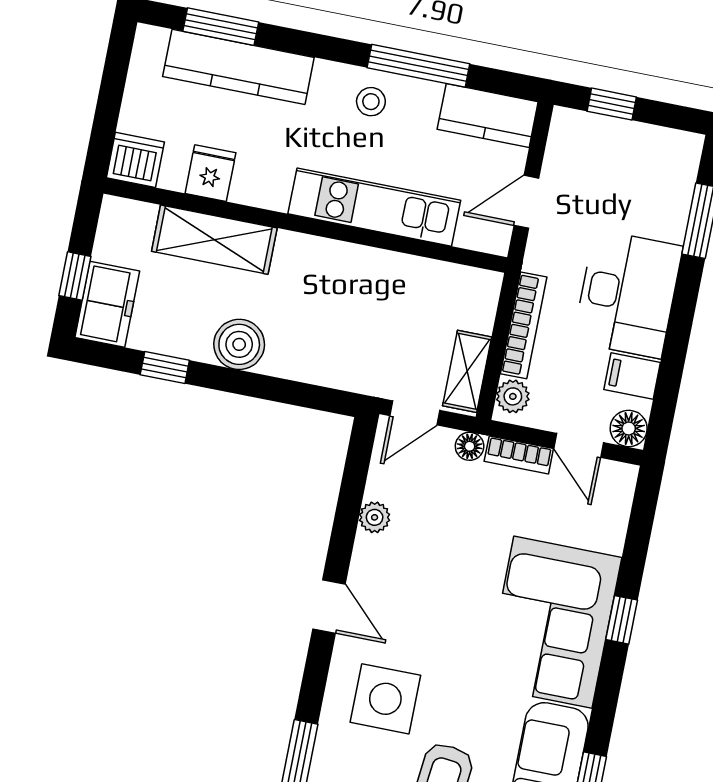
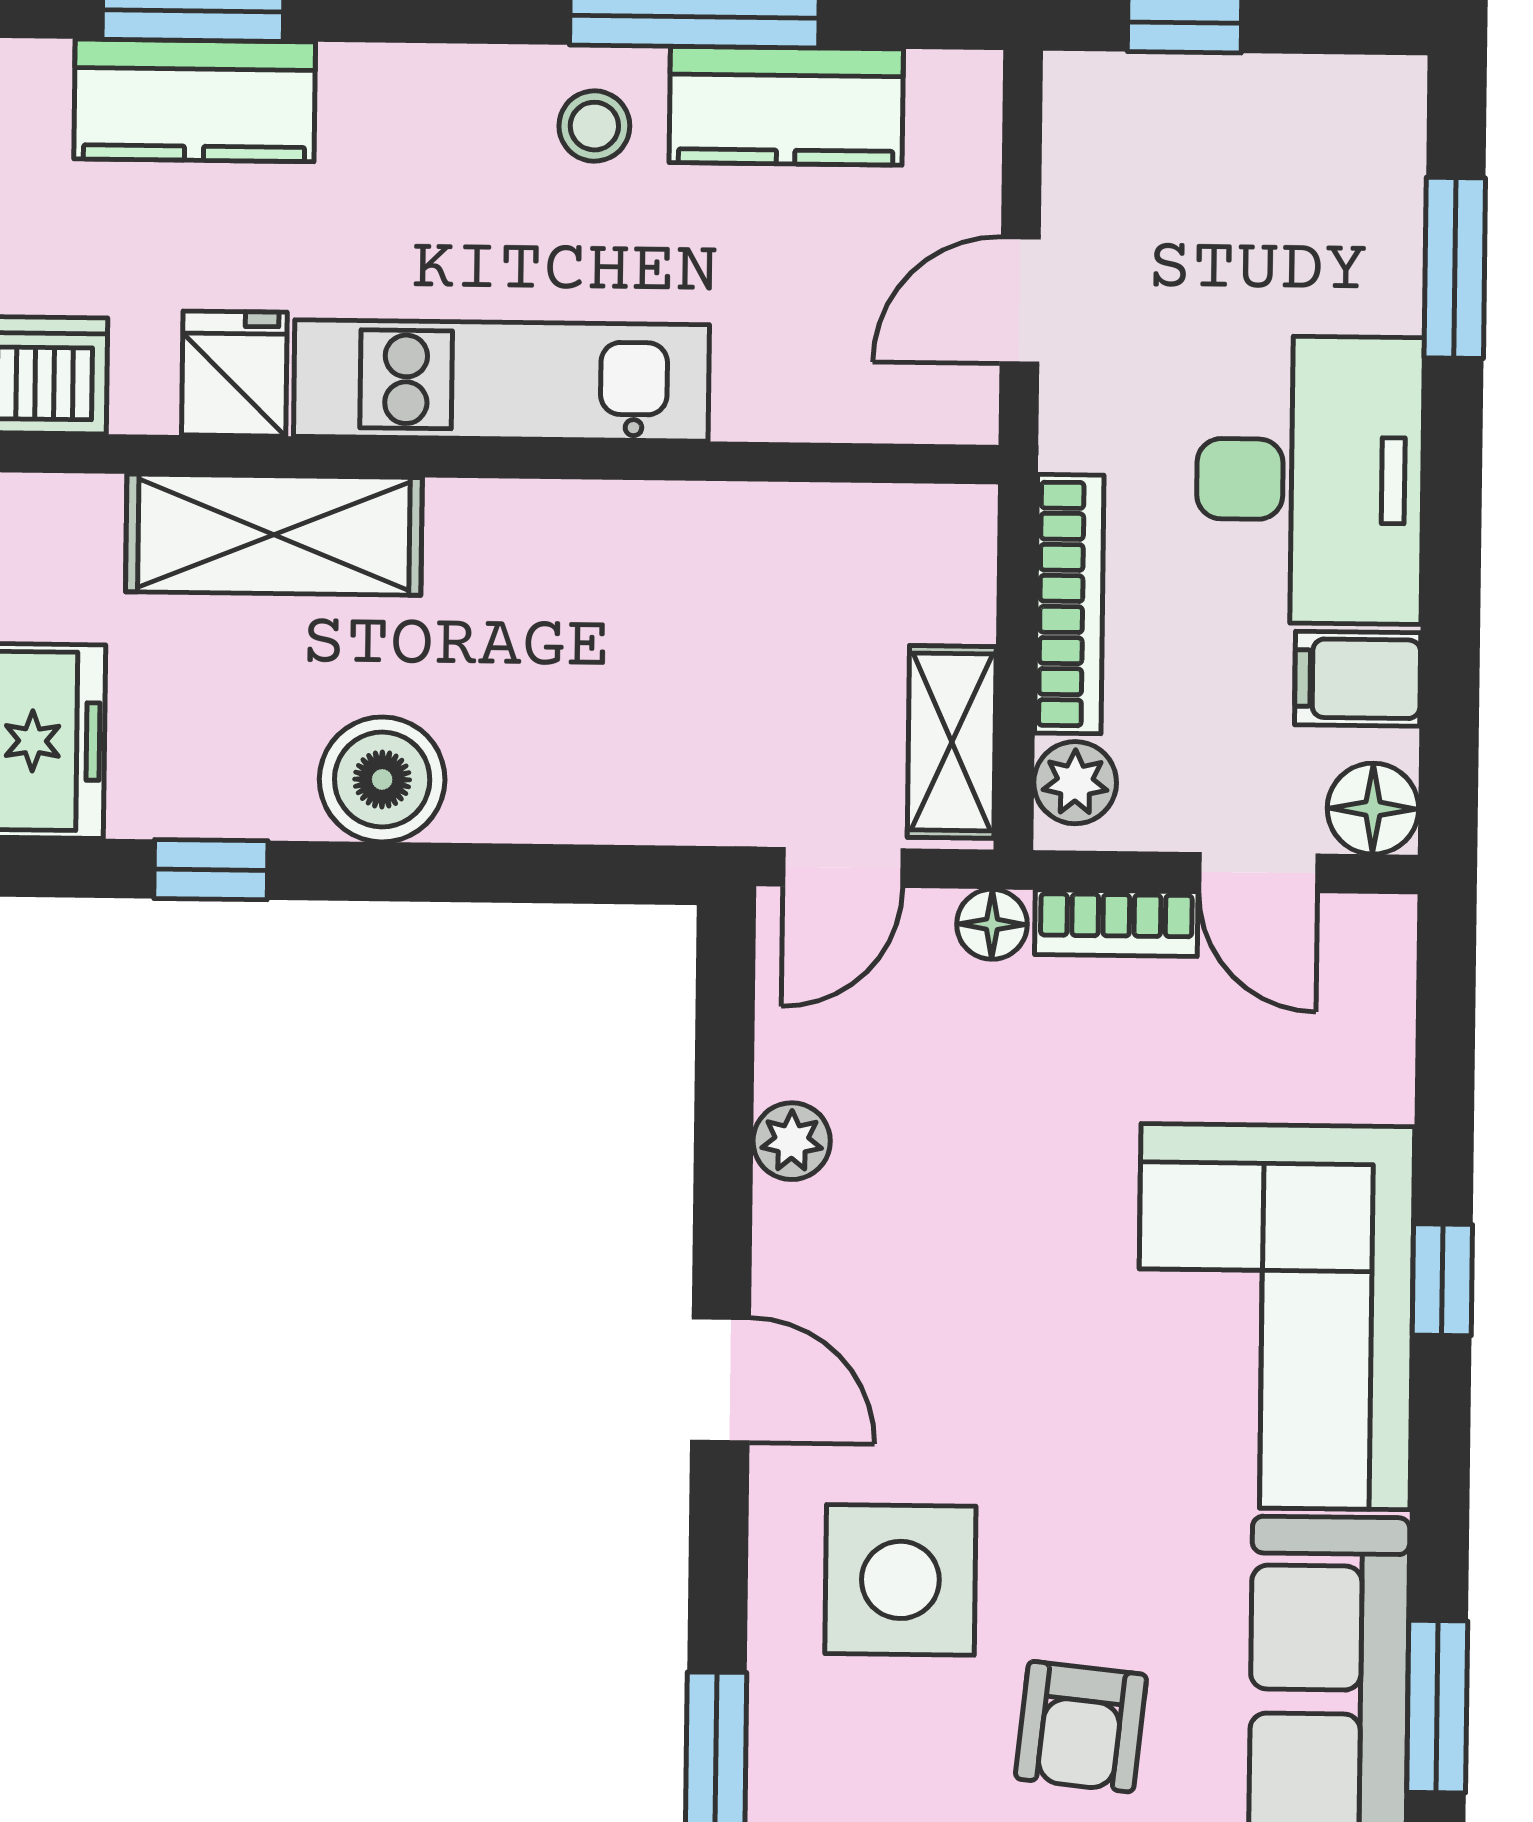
kitchen counter: (238, 67) -> (195, 100), width x0.67
kitchen counter: (488, 115) -> (786, 106), moved
kitchen unit: (374, 207) -> (501, 380), moved

